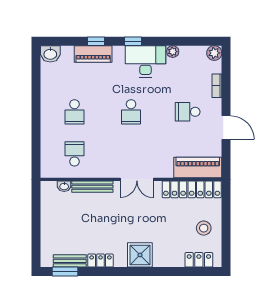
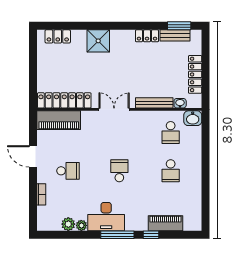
window: (133, 41) -> (117, 235), width x2.17
plant: (214, 53) -> (68, 224), moved
washbasin: (50, 54) -> (193, 118), moved, turned 180
piano: (93, 54) -> (166, 223), moved
school desk: (74, 112) -> (171, 171), turned 180
locker: (48, 218) -> (195, 74), added
stool: (204, 228) -> (53, 65), removed
shower: (140, 255) -> (98, 41), moved

